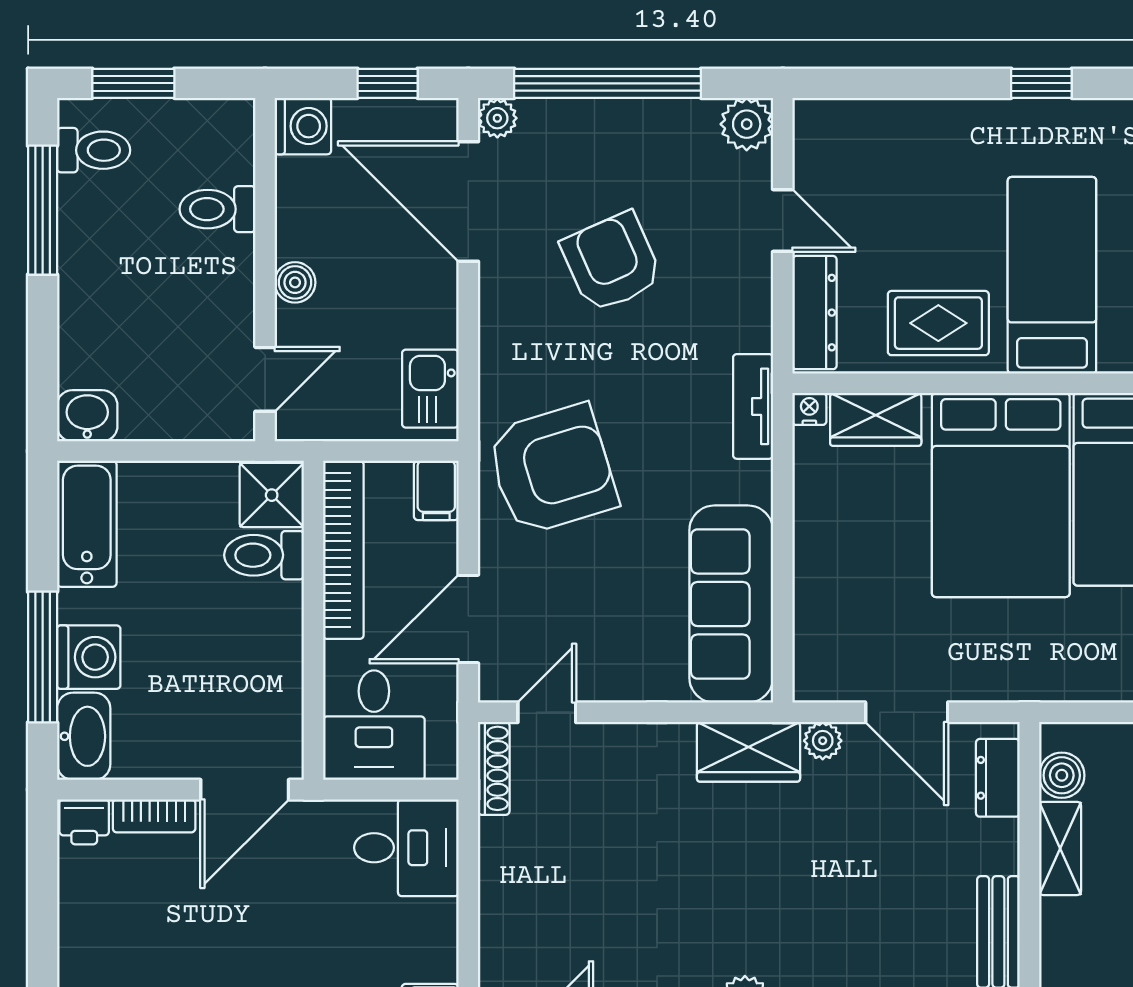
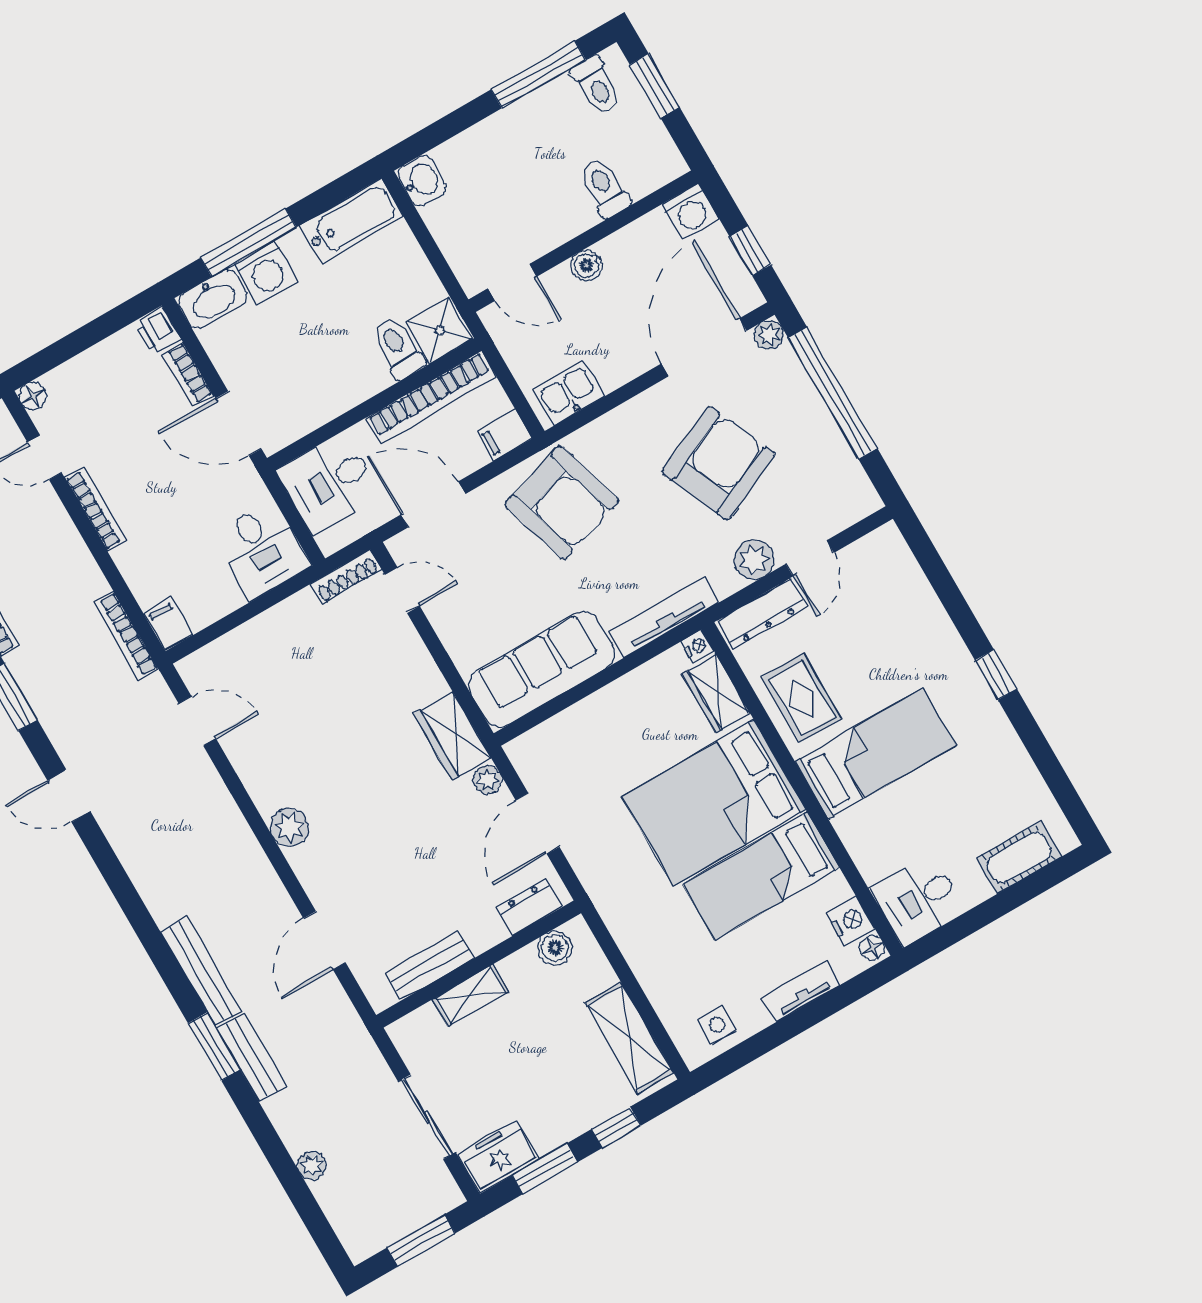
plant: (747, 124) -> (754, 560), moved
armchair: (612, 262) -> (718, 463), width x1.36, depth x1.36
tv unit: (753, 406) -> (664, 617), width x1.41
shelving: (1060, 848) -> (470, 995), moved

